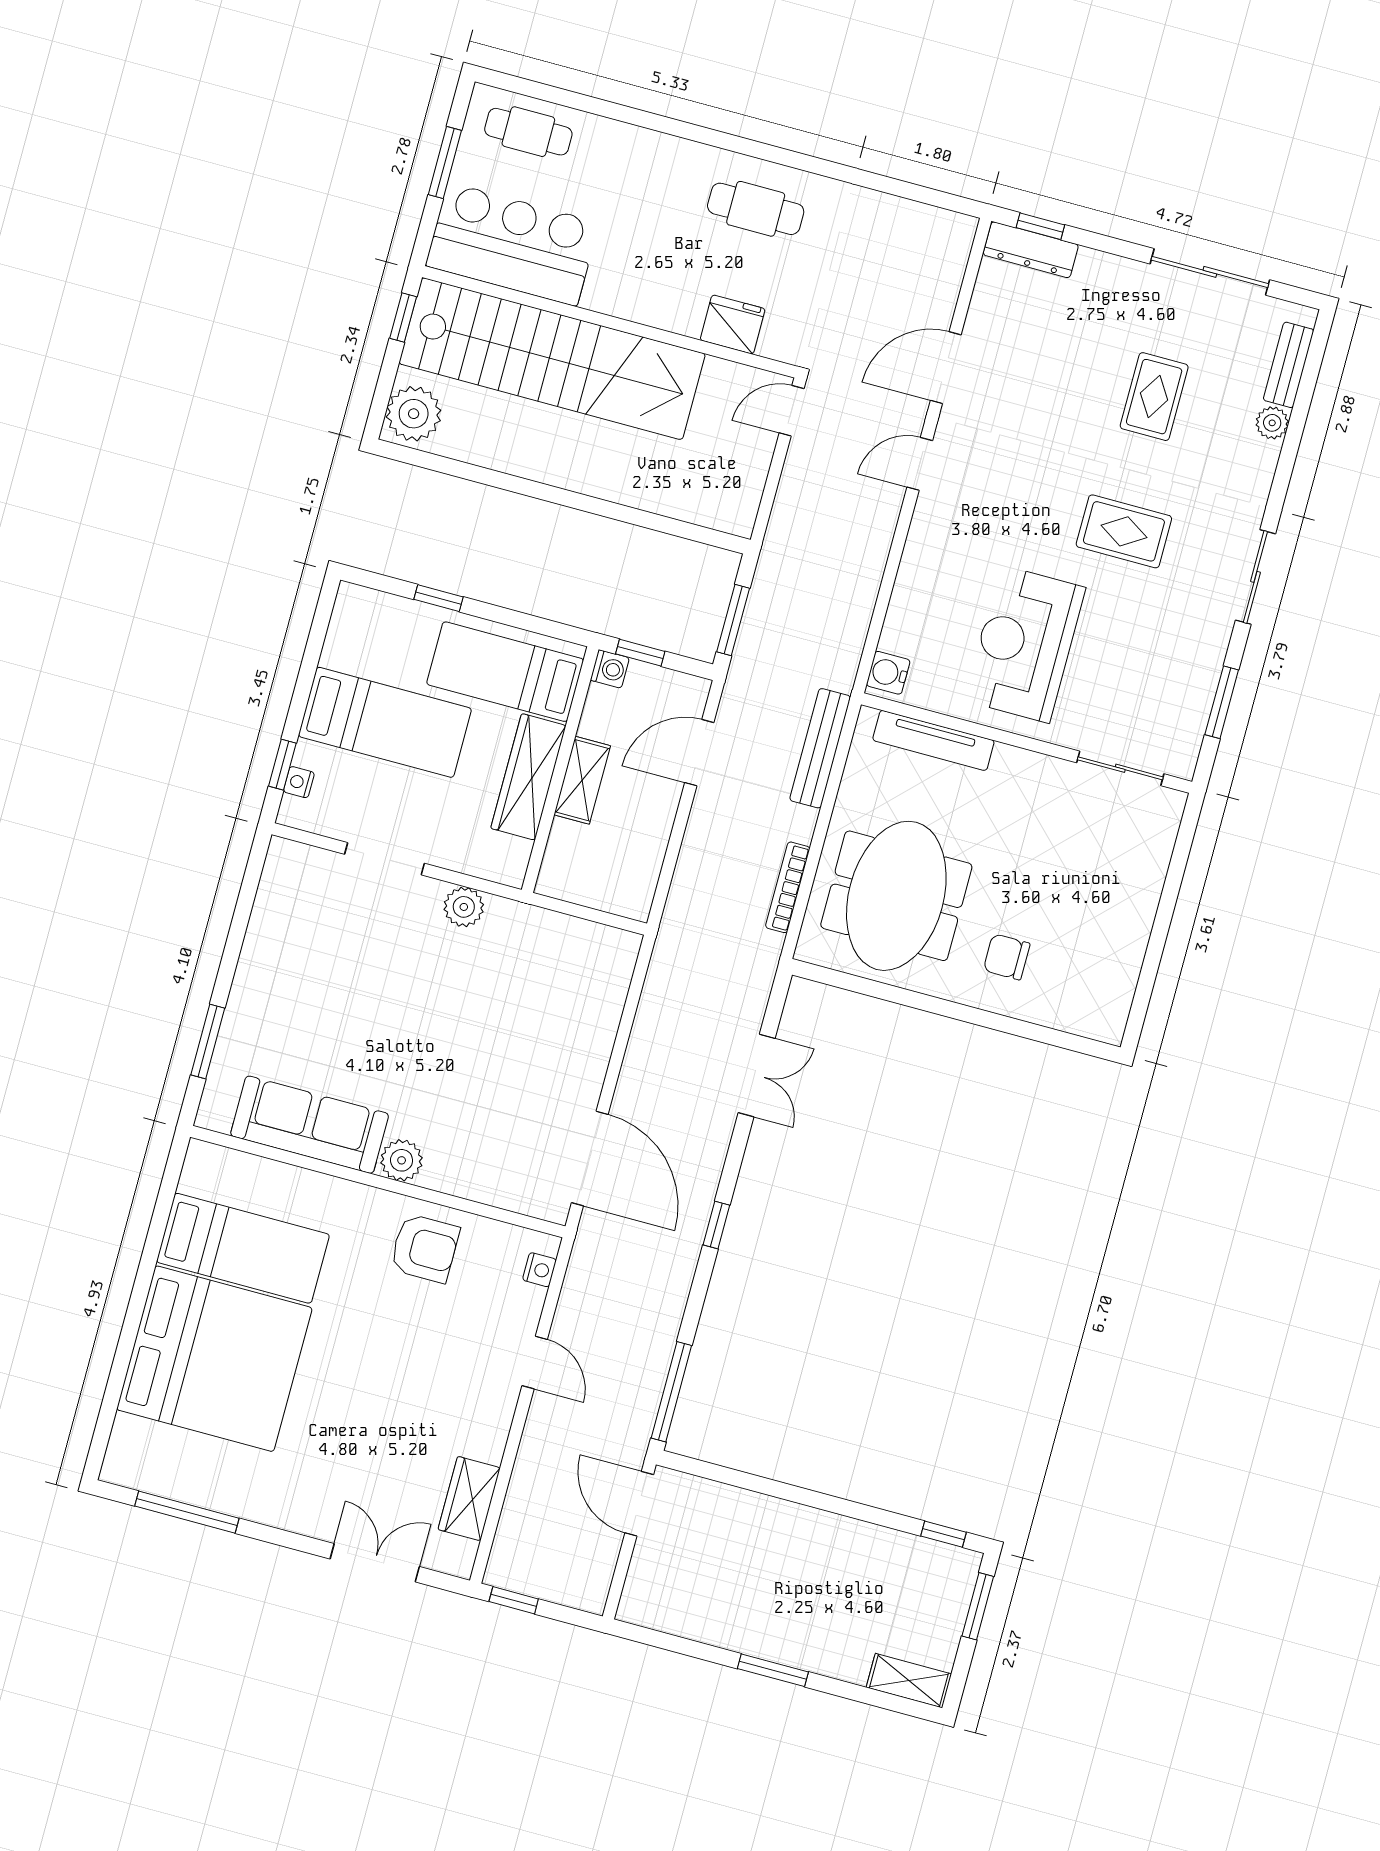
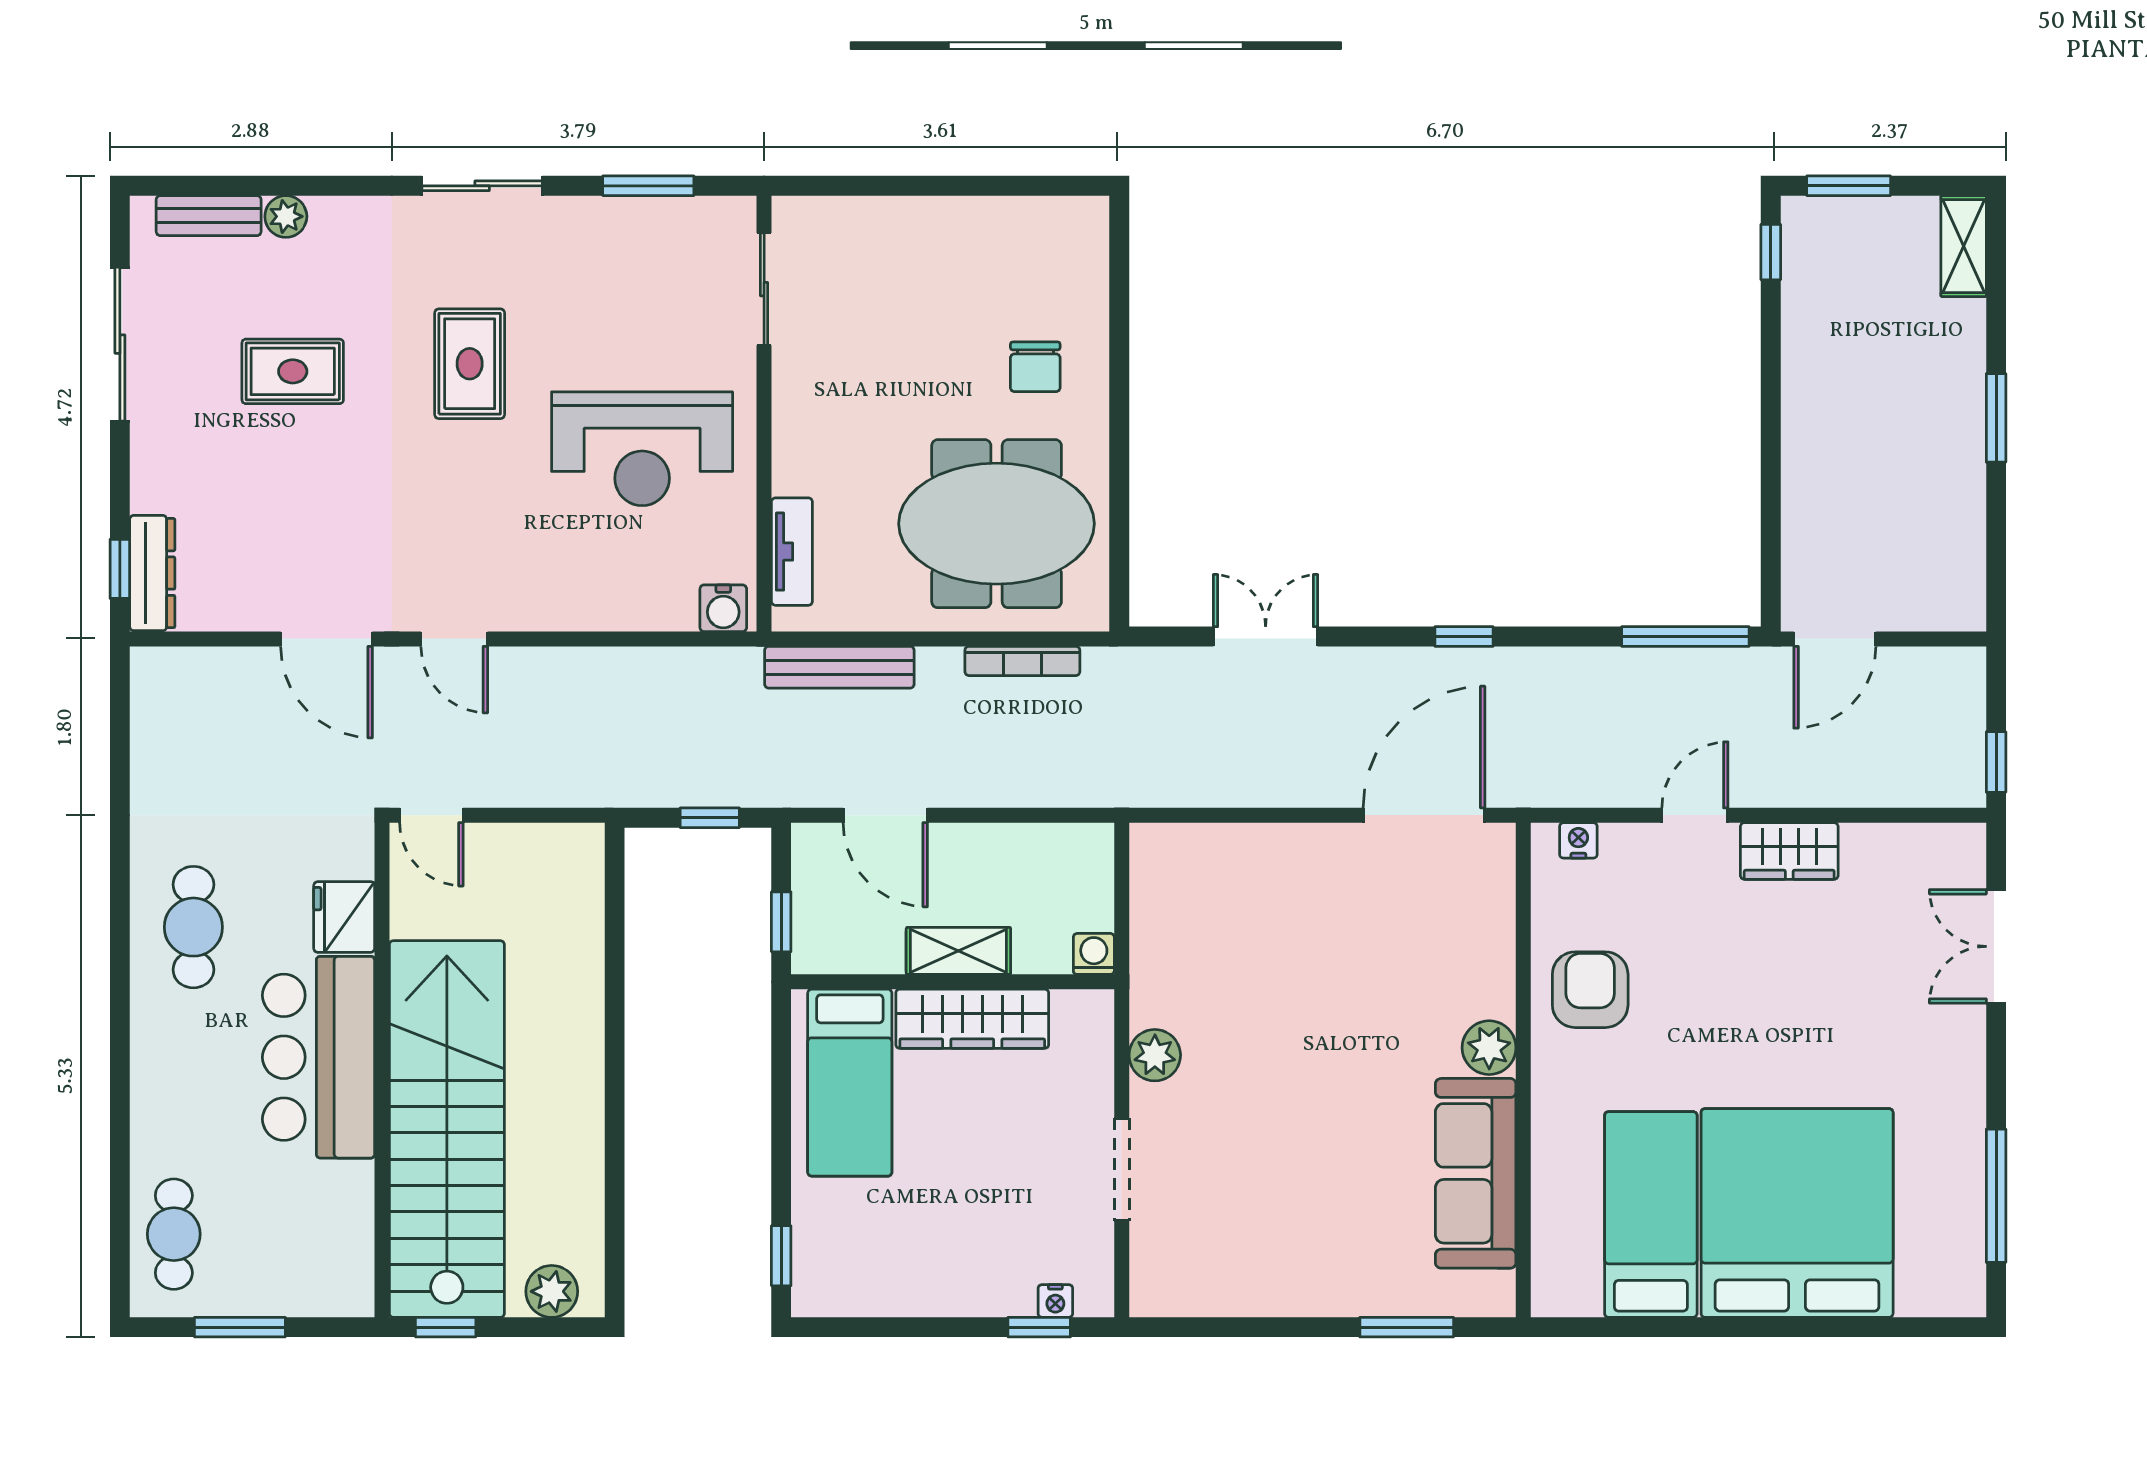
bar counter: (512, 244) -> (319, 1057), moved
plant: (414, 414) -> (552, 1291), width x0.73, depth x0.73
window: (438, 598) -> (781, 1256), moved
window: (733, 620) -> (710, 818), width x0.67
washing machine: (610, 669) -> (1094, 954), moved
bed: (385, 722) -> (953, 1214), removed
tv unit: (933, 740) -> (792, 552), width x0.71
wardrobe: (469, 1499) -> (1789, 851), moved

